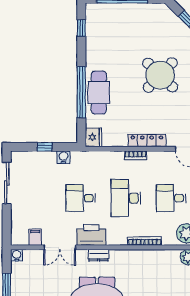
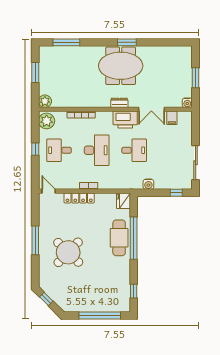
window: (45, 147) -> (176, 193), moved
desk: (171, 198) -> (59, 150), turned 180
double door: (60, 247) -> (151, 109), swing flipped

